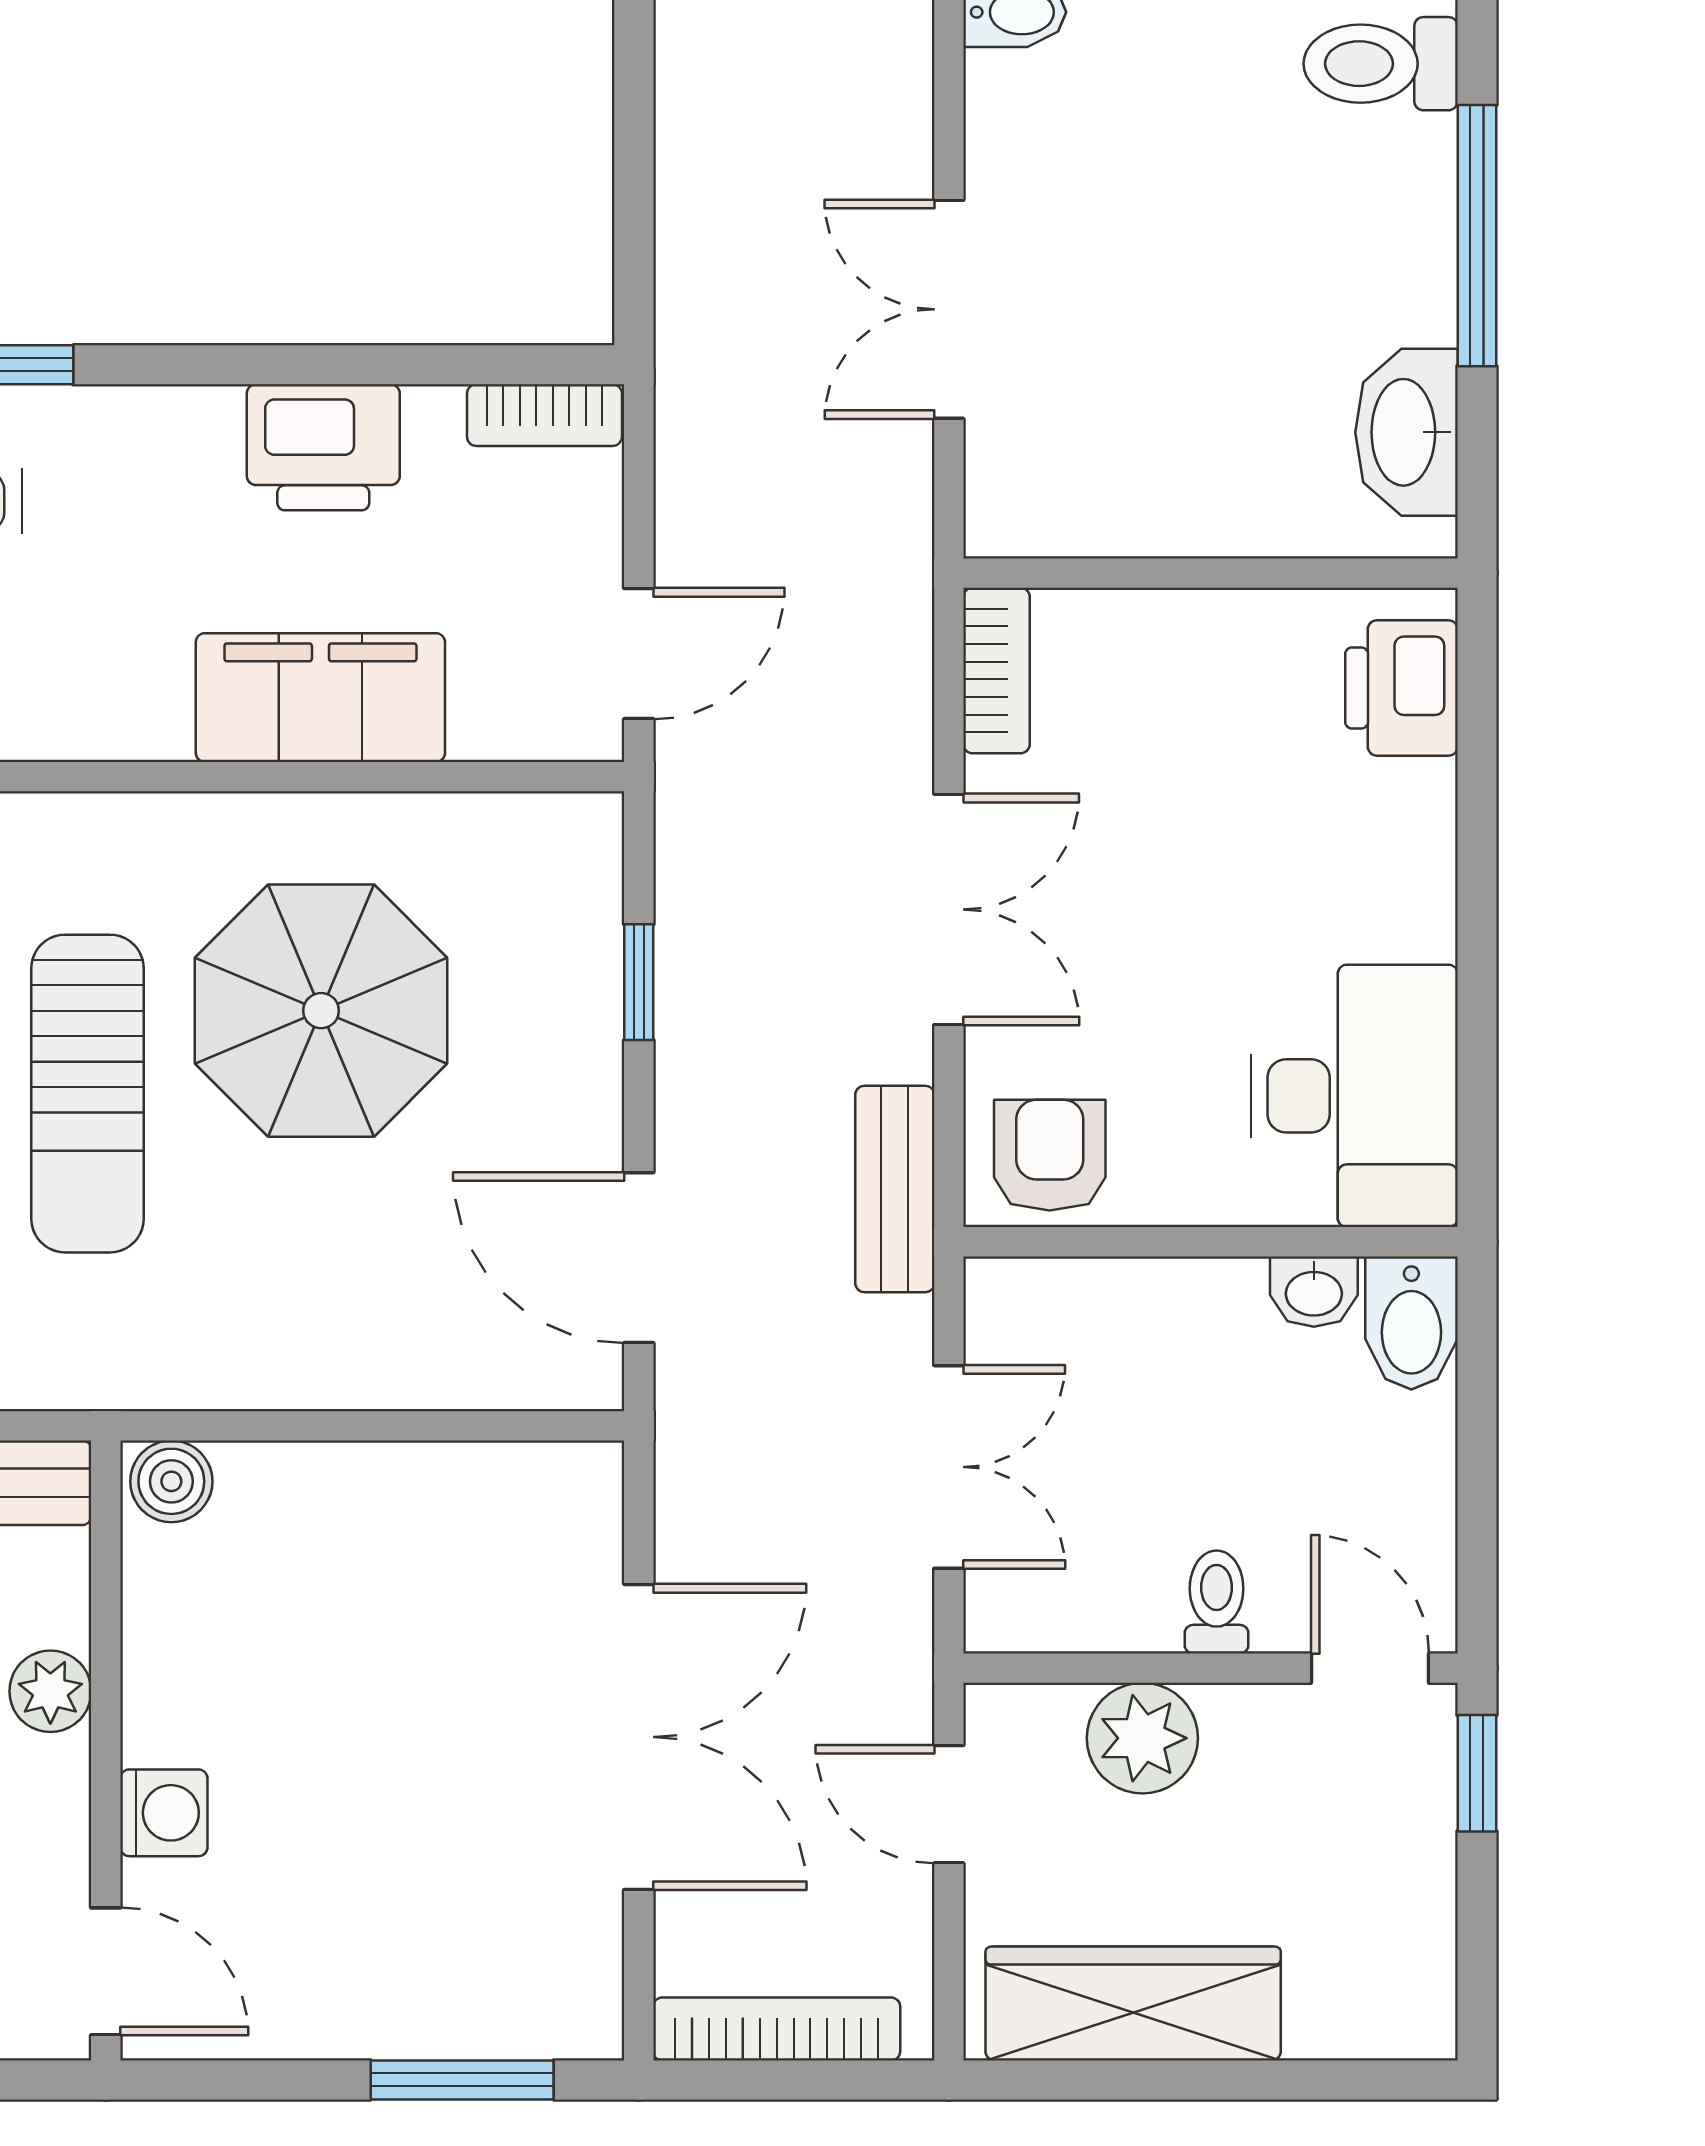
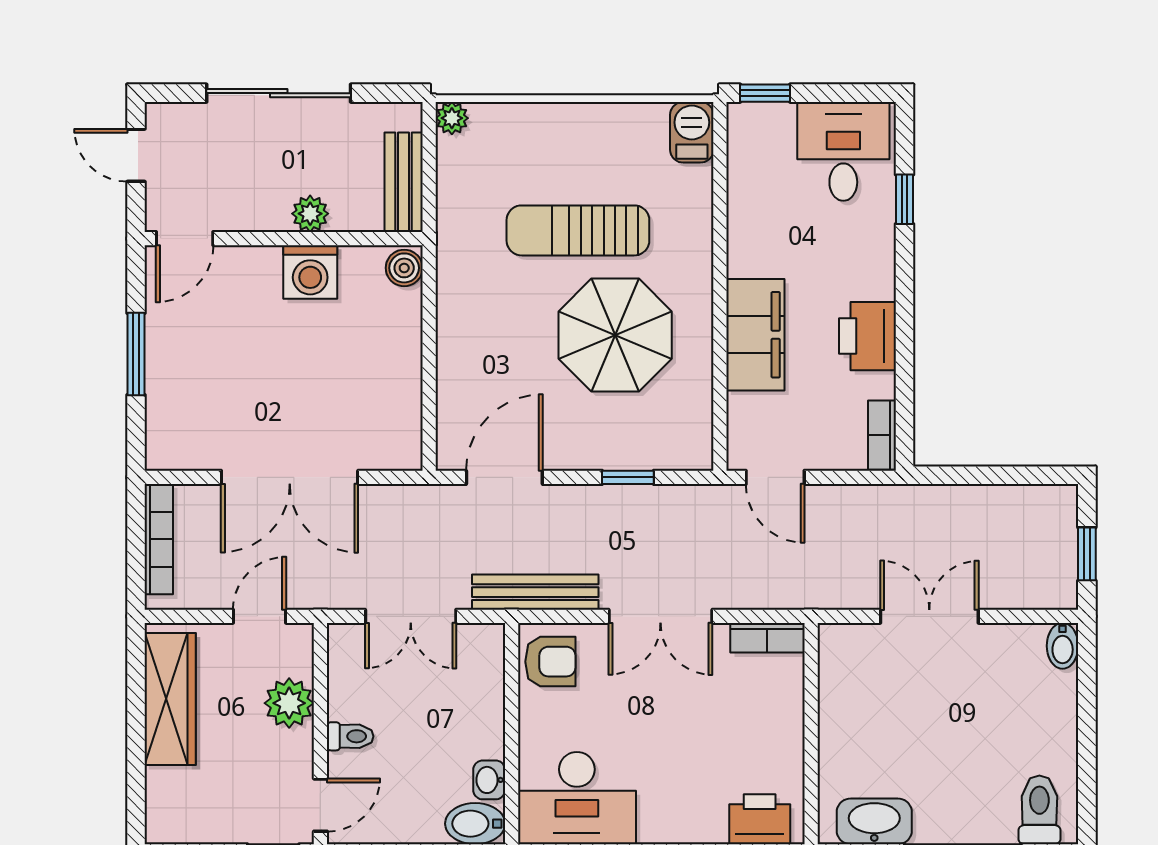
bench: (895, 1189) -> (535, 592), width x1.36
washing machine: (164, 1813) -> (310, 272), moved, width x1.38, depth x1.38
window: (462, 2080) -> (136, 354), moved

